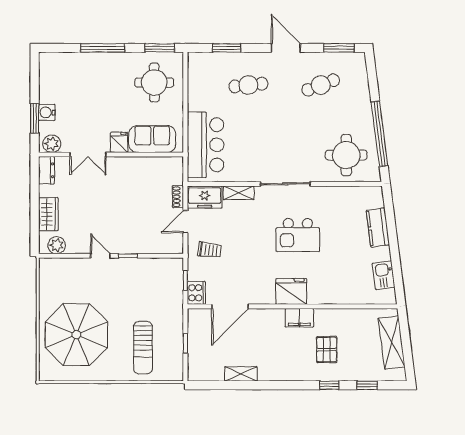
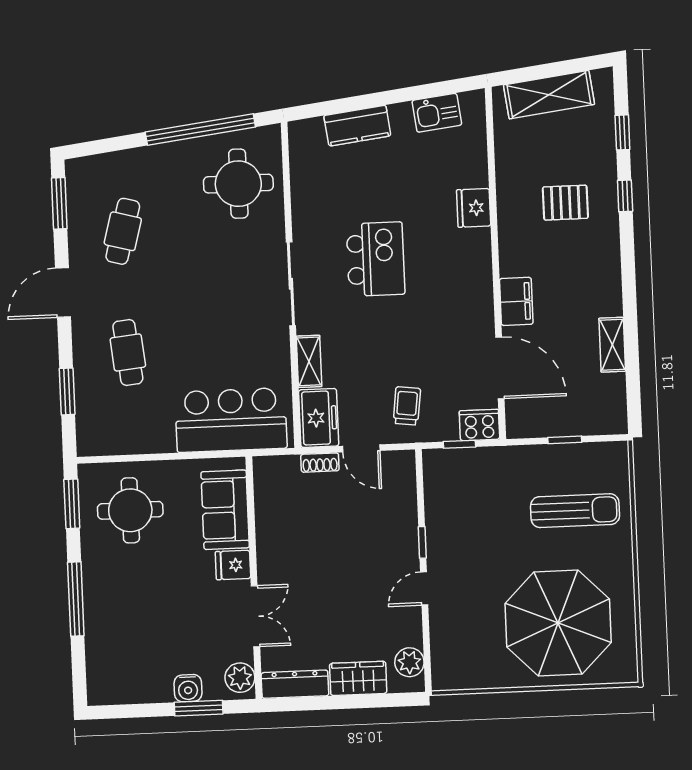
cafe table: (321, 85) -> (123, 231), turned 36
dresser: (46, 170) -> (295, 684), width x1.44
fridge: (291, 291) -> (474, 208), moved, width x0.73, depth x0.75
filing cabinet: (299, 318) -> (516, 301), moved

